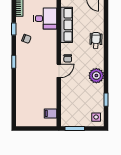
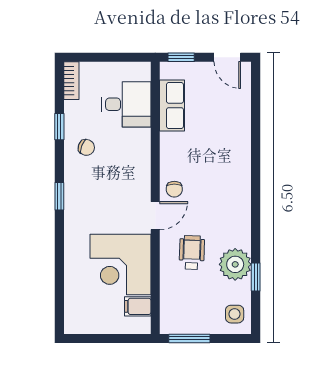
row of seats: (67, 25) -> (172, 105), width x0.68
wheelchair: (96, 40) -> (192, 252), moved
plant: (96, 76) -> (235, 264), moved
corner desk: (42, 94) -> (121, 264), added

